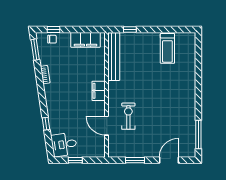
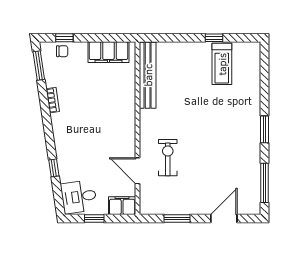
window: (130, 29) -> (214, 38), moved
filing cabinet: (99, 91) -> (122, 206), moved, turned 90
window: (198, 96) -> (264, 129), added

